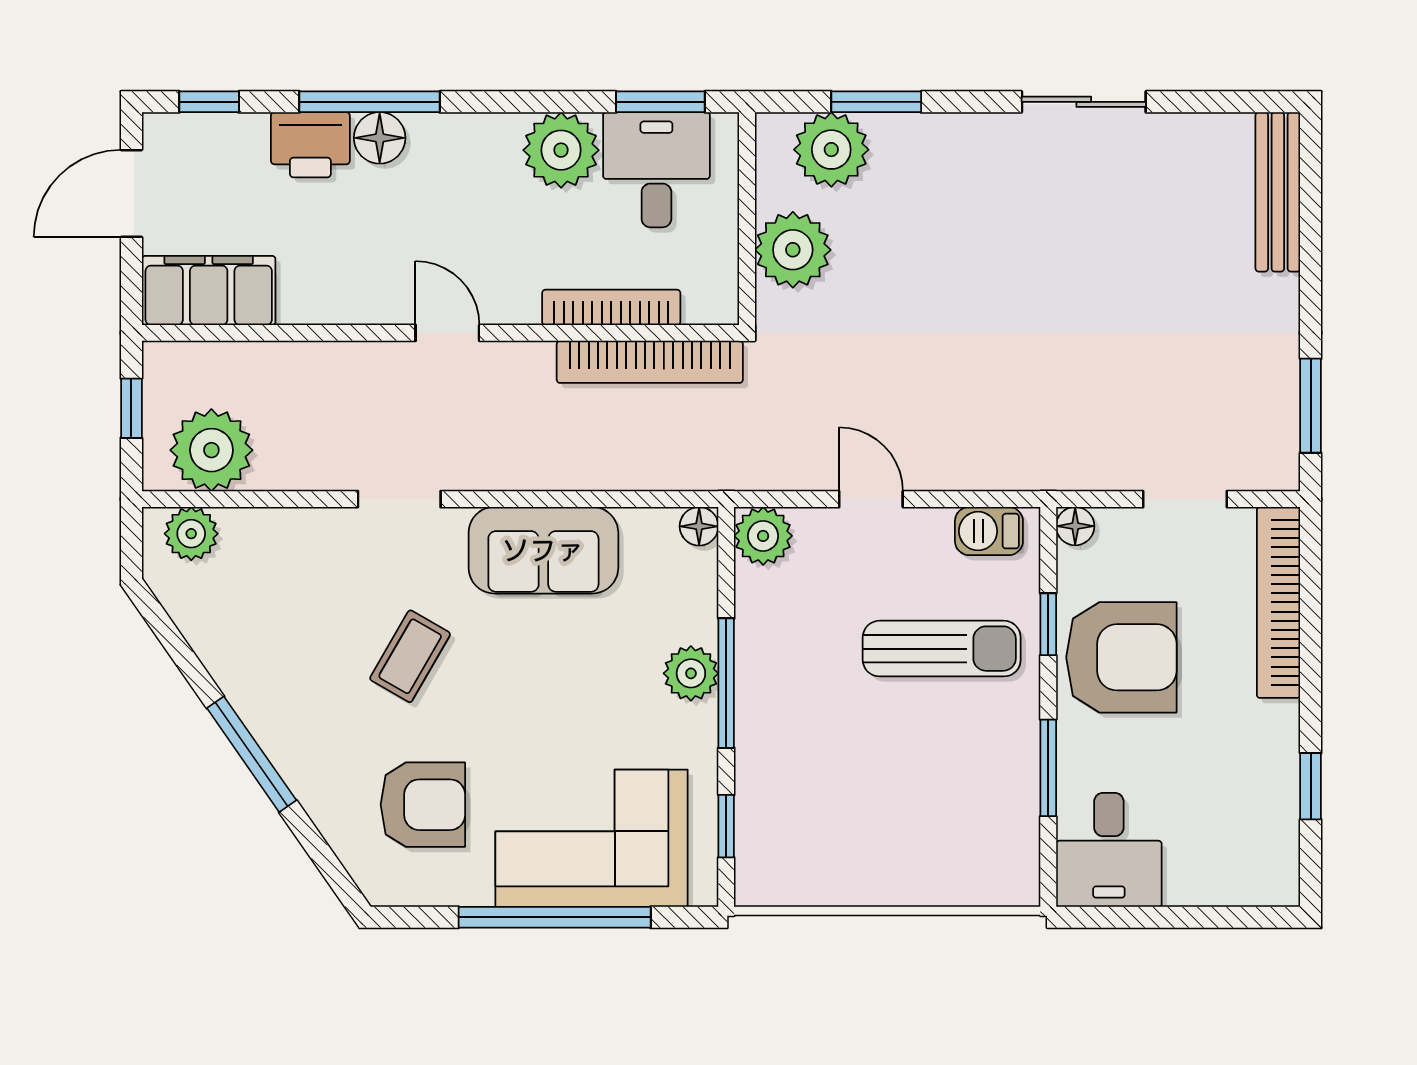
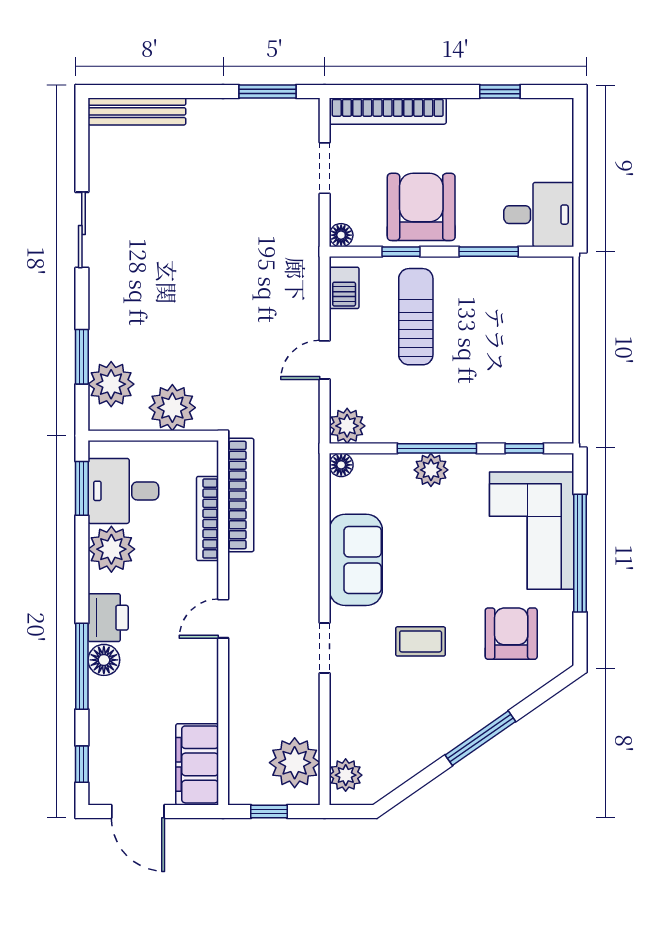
printer: (310, 145) -> (108, 618), moved
coffee table: (410, 656) -> (421, 641), turned -30

